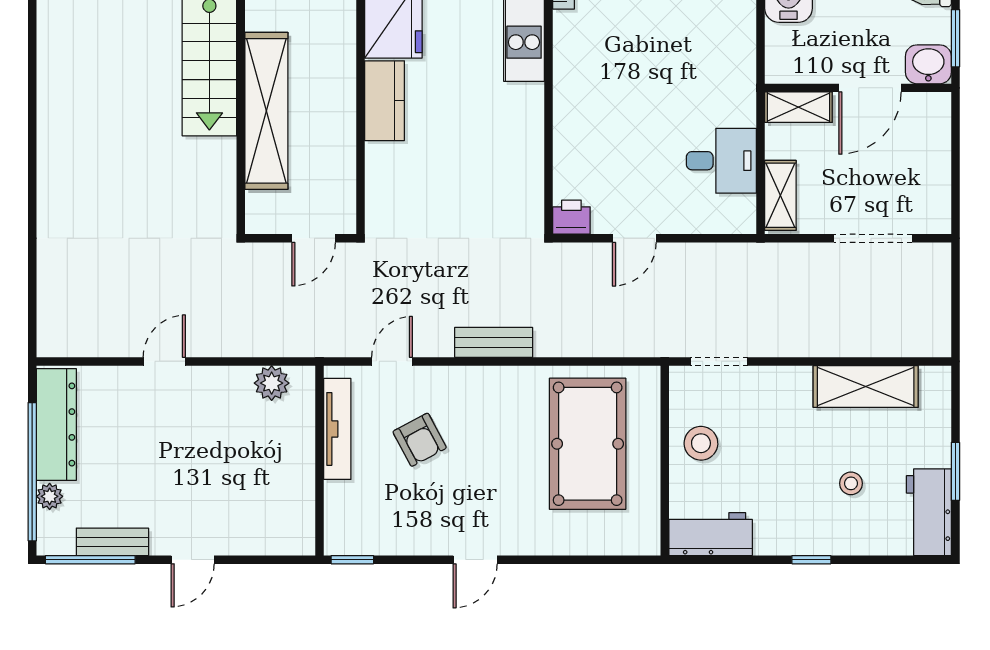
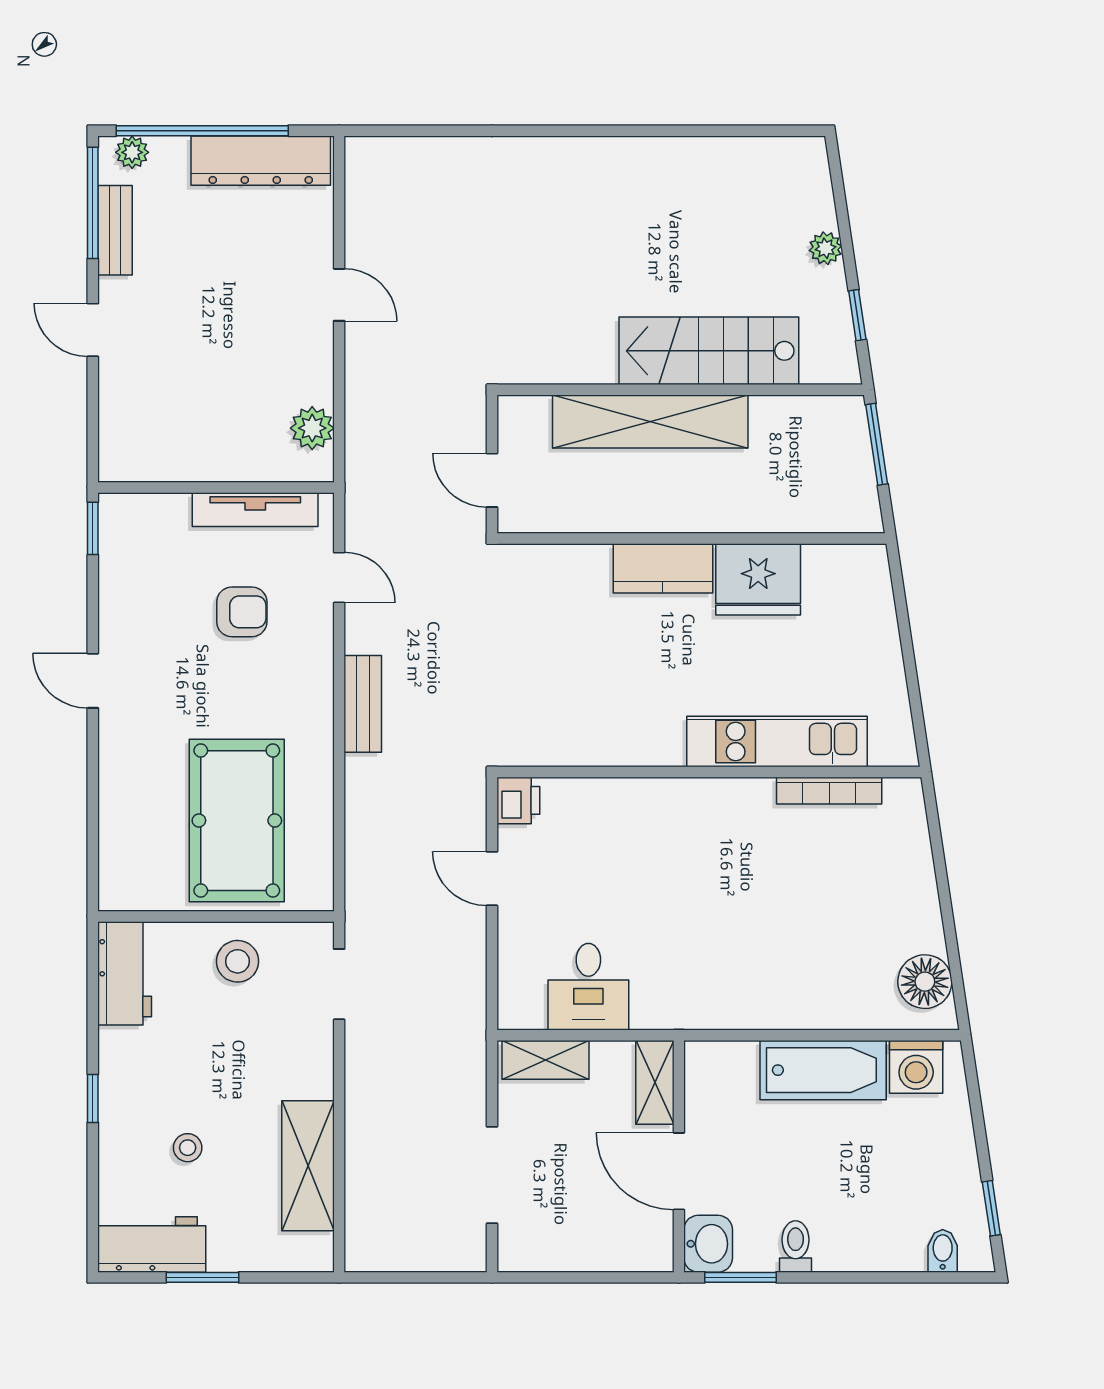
armchair: (420, 440) -> (242, 612), turned -152
pool table: (588, 444) -> (237, 821), turned 90
plant: (50, 496) -> (132, 152), moved

